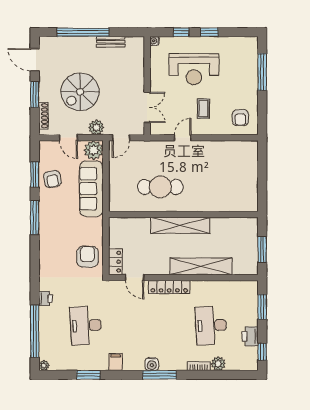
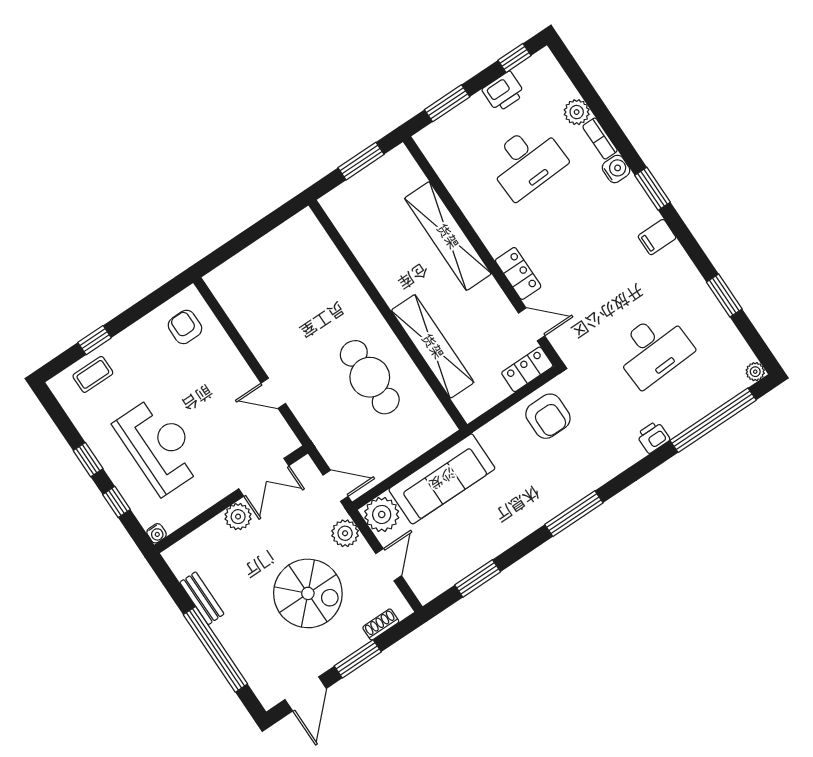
window: (262, 72) -> (95, 340), width x0.46
plant: (137, 83) -> (238, 517), added
double door: (147, 107) -> (264, 477), swing flipped
coffee table: (203, 109) -> (93, 374), moved
shoe rack: (43, 116) -> (381, 624), width x0.70
armchair: (240, 118) -> (185, 327), turned -90
armchair: (52, 179) -> (467, 547), removed
window: (35, 218) -> (574, 514), moved
shelving: (180, 225) -> (433, 346), moved
armchair: (87, 257) -> (548, 416), turned -90
door: (135, 278) -> (532, 324), hinge flipped
locker: (169, 287) -> (518, 273), width x0.66
filing cabinet: (116, 362) -> (657, 237), moved
water cooler: (152, 364) -> (616, 169), moved
window: (160, 375) -> (652, 189), width x0.69

